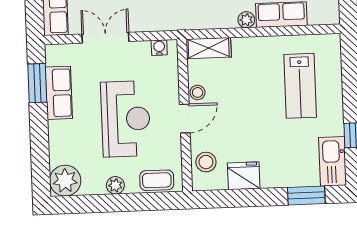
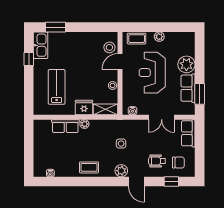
door: (185, 119) -> (120, 62), moved
fridge: (244, 176) -> (84, 108), moved, turned 180
plant: (65, 181) -> (186, 64), moved

